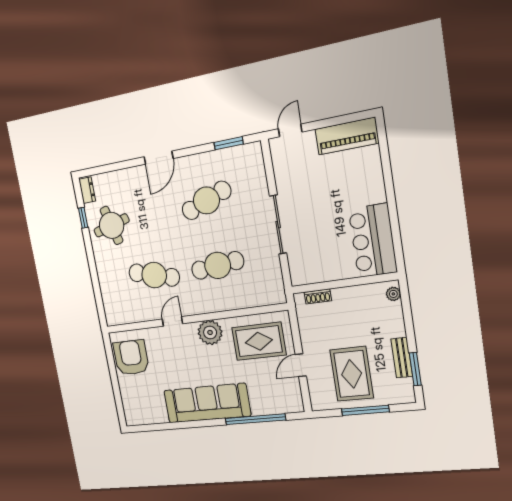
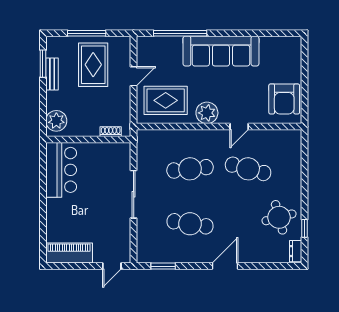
cafe table: (206, 200) -> (190, 224), turned 30
plant: (393, 294) -> (56, 121), width x1.87, depth x1.87

